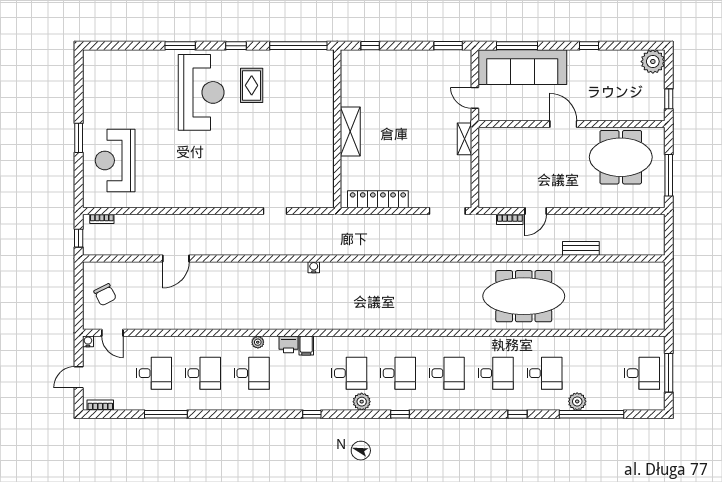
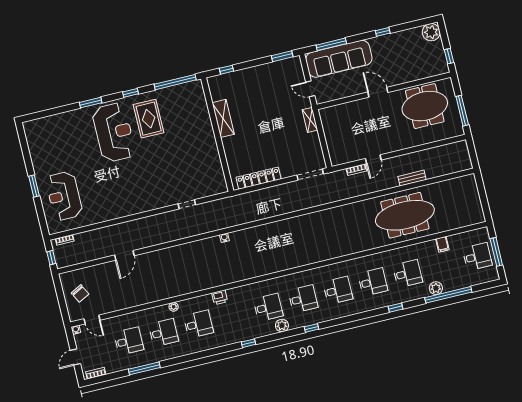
rug: (252, 85) -> (149, 119), width x1.36, depth x1.43
shelving: (350, 131) -> (223, 118), moved
meeting table: (524, 296) -> (405, 215), moved
plant: (258, 342) -> (174, 307), moved
filing cabinet: (306, 346) -> (442, 244), moved

